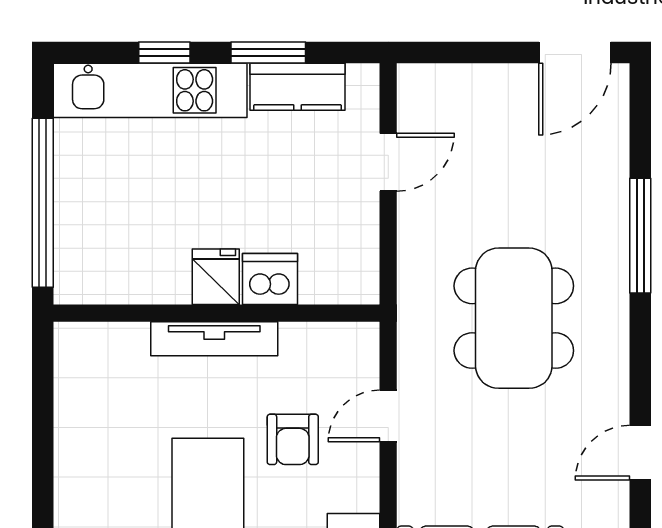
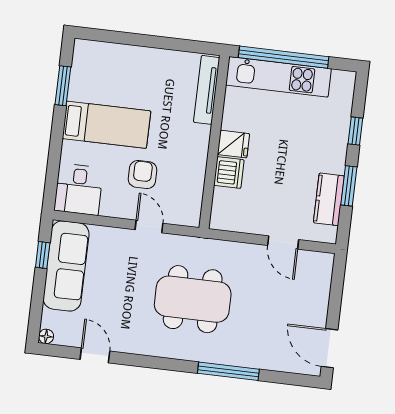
kitchen unit: (150, 90) -> (278, 77), moved, turned -90
tv unit: (214, 339) -> (207, 90), moved
armchair: (293, 439) -> (143, 175), turned 90
door: (640, 453) -> (95, 355), moved

